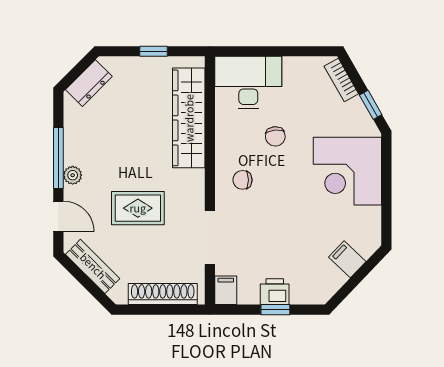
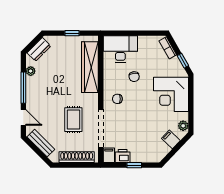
plant: (73, 175) -> (31, 71), moved
rug: (138, 208) -> (73, 120), moved, turned 90
plant: (371, 233) -> (183, 126), added
doorway: (210, 238) -> (101, 128), width x1.36
printer: (275, 292) -> (123, 156), moved

